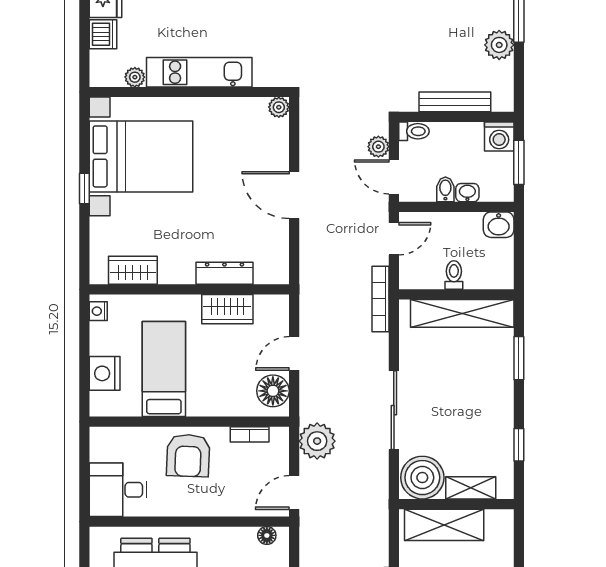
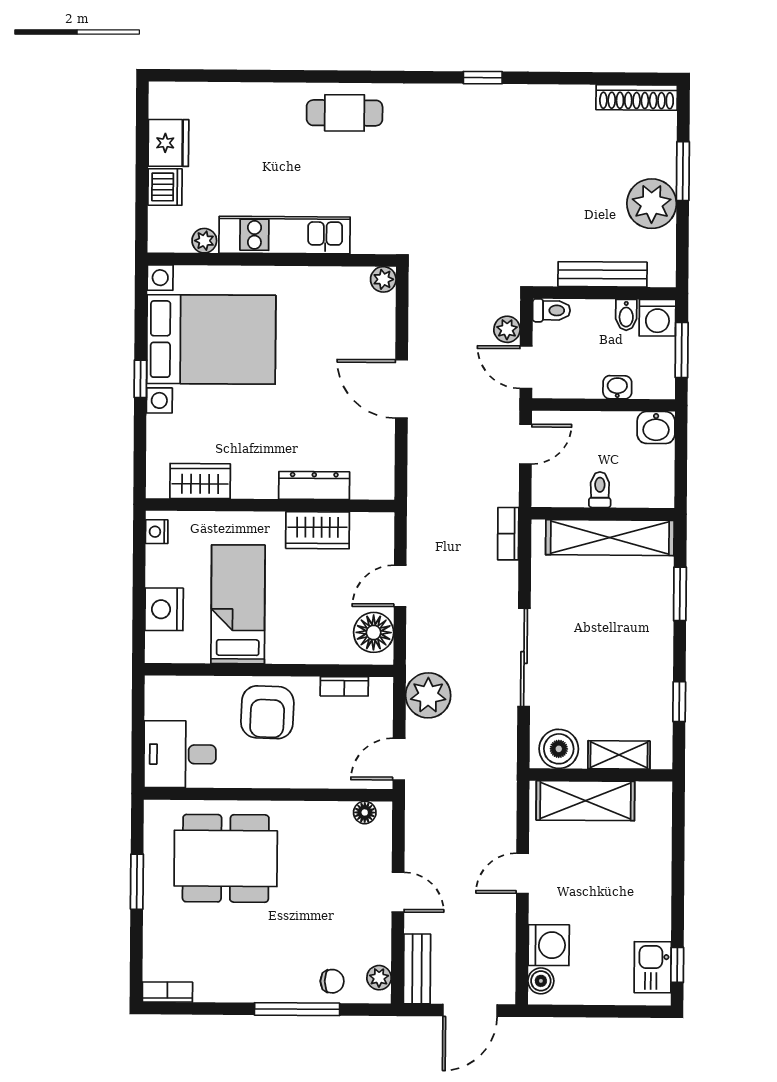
plant: (499, 45) -> (652, 204), width x1.36, depth x1.36
bidet: (445, 189) -> (626, 315), moved, turned 180
bookcase: (381, 299) -> (508, 534), width x0.64
boiler: (422, 478) -> (559, 749), width x0.73, depth x0.73

